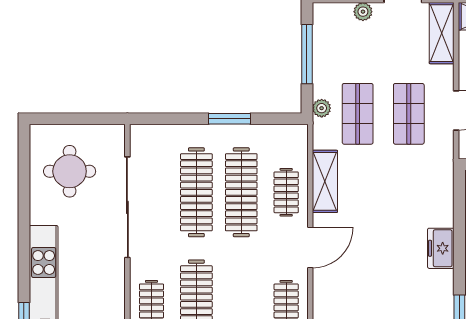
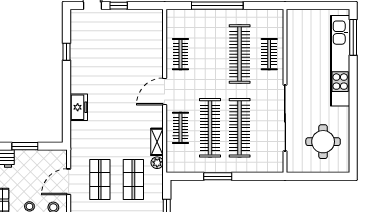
plant: (322, 108) -> (157, 163), moved
shelving: (325, 181) -> (157, 142), width x0.67, depth x0.75
freezer: (441, 248) -> (79, 107), moved

